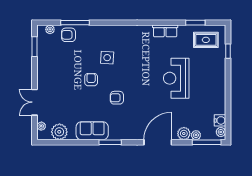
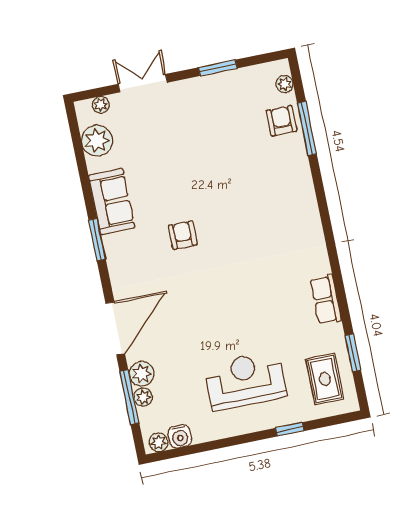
window: (35, 47) -> (218, 68), moved
window: (228, 51) -> (290, 429), moved
side table: (107, 58) -> (254, 202), removed
reception desk: (176, 78) -> (245, 381), moved
armchair: (91, 80) -> (207, 180), removed
door: (158, 142) -> (115, 329), hinge flipped
window: (207, 142) -> (129, 397), moved

